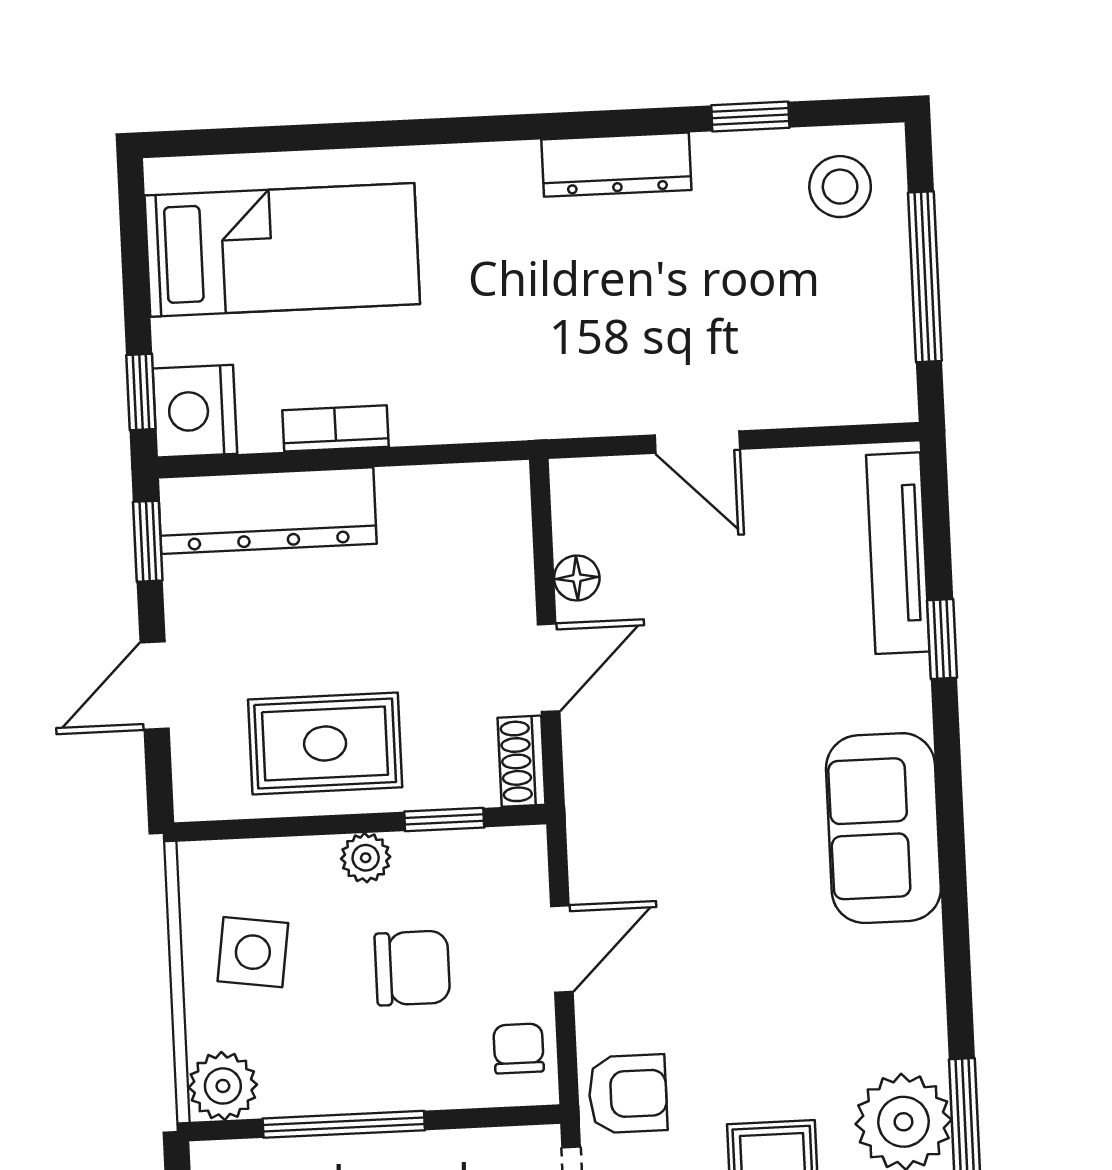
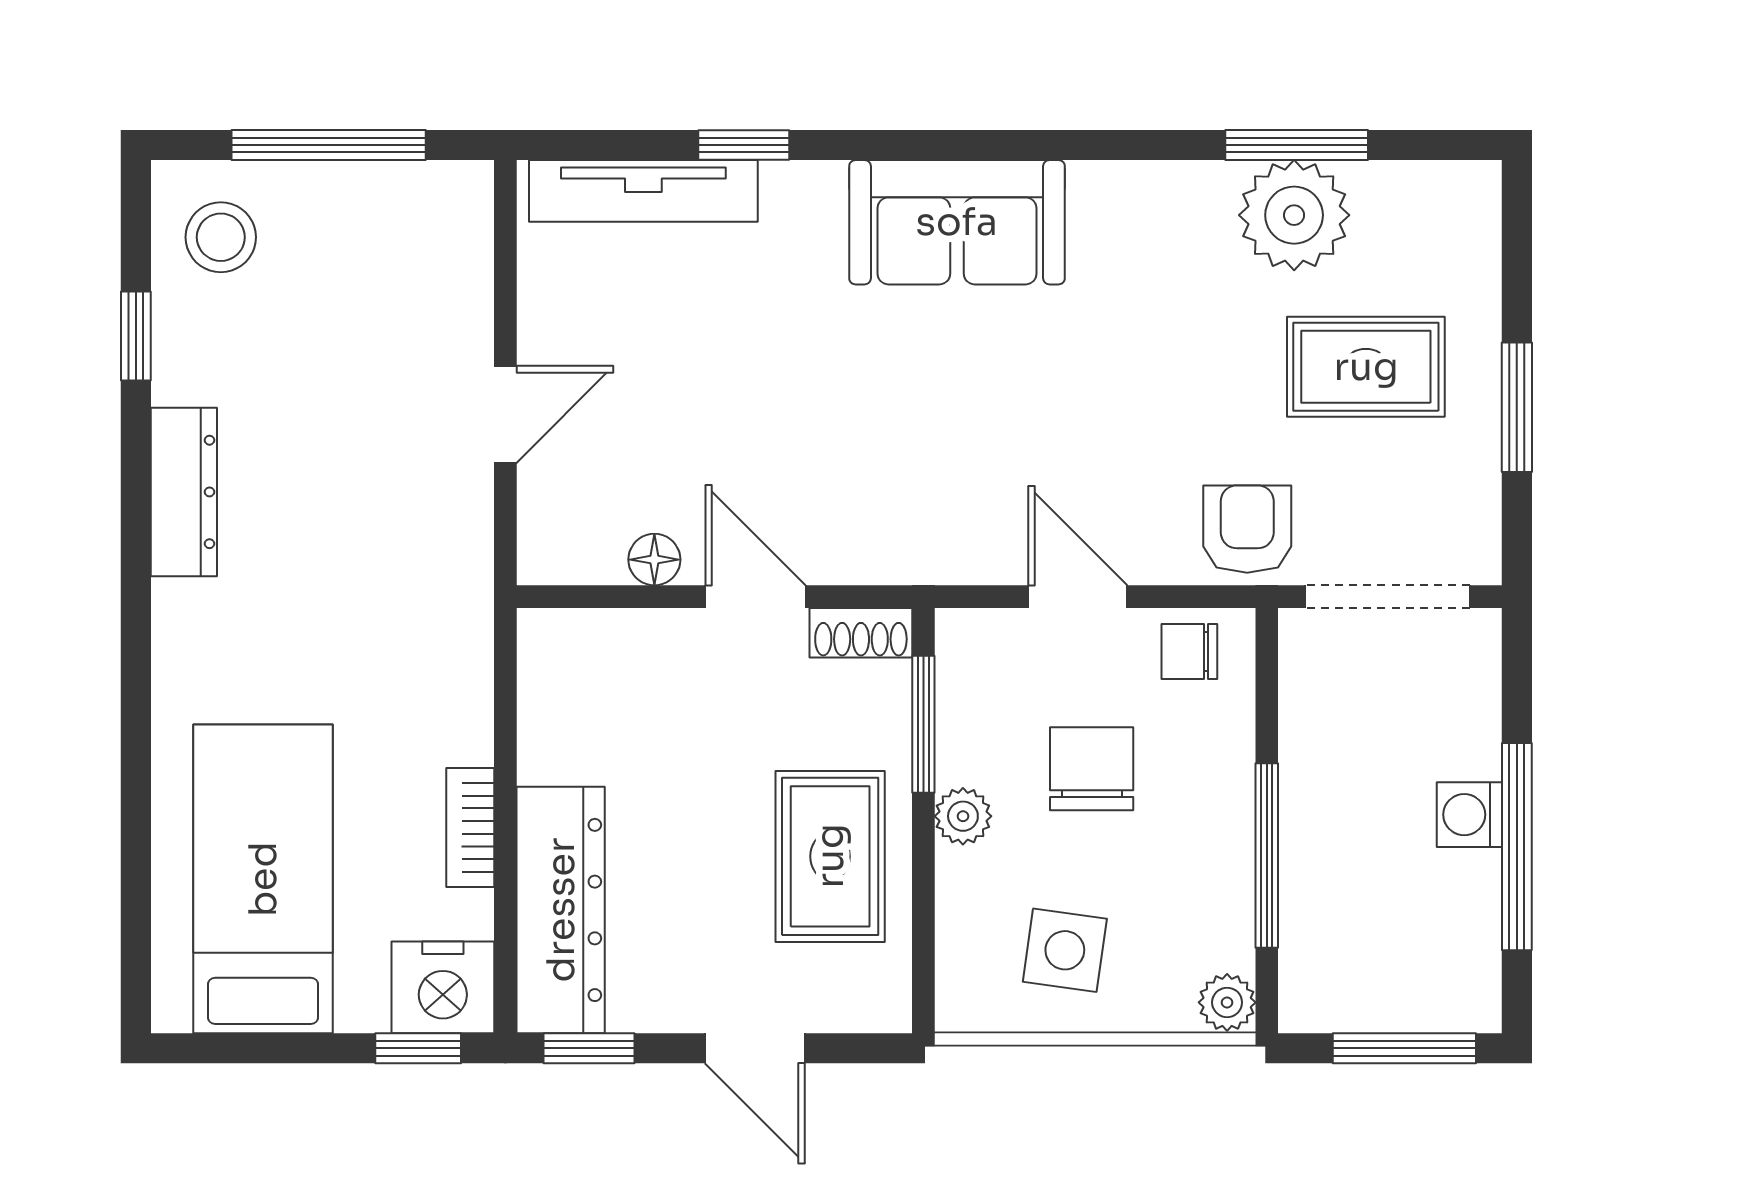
window: (444, 819) -> (923, 724), width x1.50
plant: (223, 1086) -> (1227, 1002), width x0.73, depth x0.73

